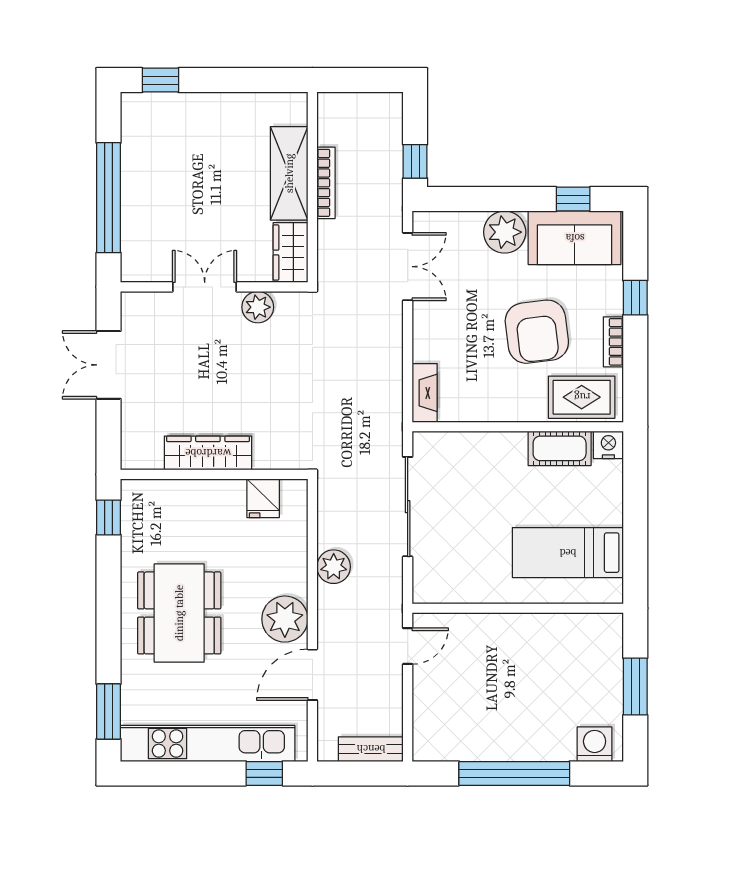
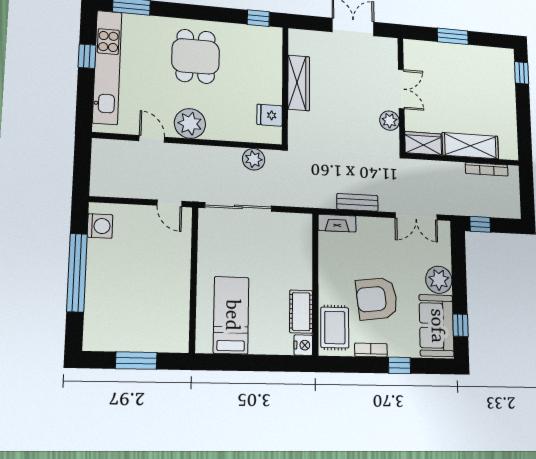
bookcase: (326, 183) -> (487, 169), moved
window: (109, 198) -> (453, 36), width x0.47
sliding door: (408, 507) -> (238, 207), moved
plant: (334, 567) -> (254, 159), moved
dining table: (179, 613) -> (196, 56), width x0.73
door: (312, 675) -> (152, 139), width x0.73
washing machine: (595, 744) -> (100, 226), moved
bench: (371, 749) -> (357, 202), moved, turned 90
window: (264, 773) -> (87, 56), moved

